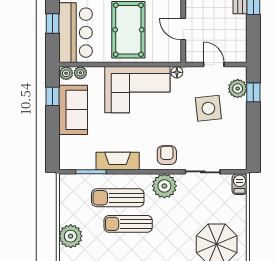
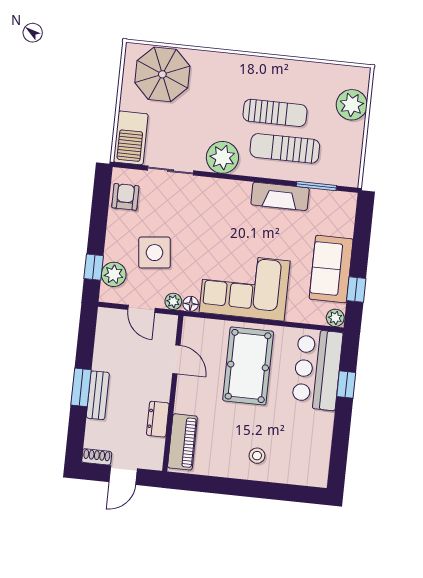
plant: (80, 73) -> (173, 301), moved
armchair: (167, 155) -> (125, 197), moved, turned 180
barbecue: (240, 184) -> (131, 138), width x1.88, depth x1.53
sun lounger: (118, 198) -> (285, 148), turned 180

